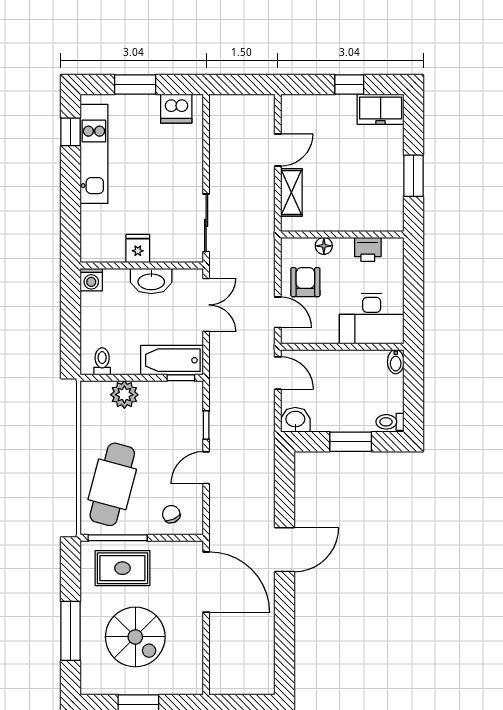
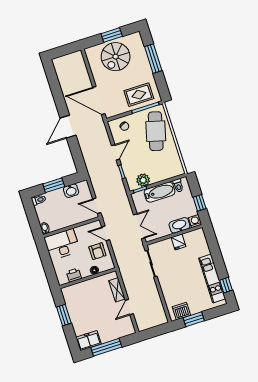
window: (135, 84) -> (194, 319), moved
window: (349, 84) -> (106, 347), width x2.17
washbasin: (151, 281) -> (179, 225), moved
double door: (206, 305) -> (139, 226), swing flipped
window: (70, 313) -> (200, 203), added
bathtub: (172, 360) -> (160, 192), moved
plant: (124, 395) -> (143, 180), moved
washbasin: (295, 420) -> (71, 191), moved
spiral stairs: (135, 637) -> (116, 57), moved, turned -90

